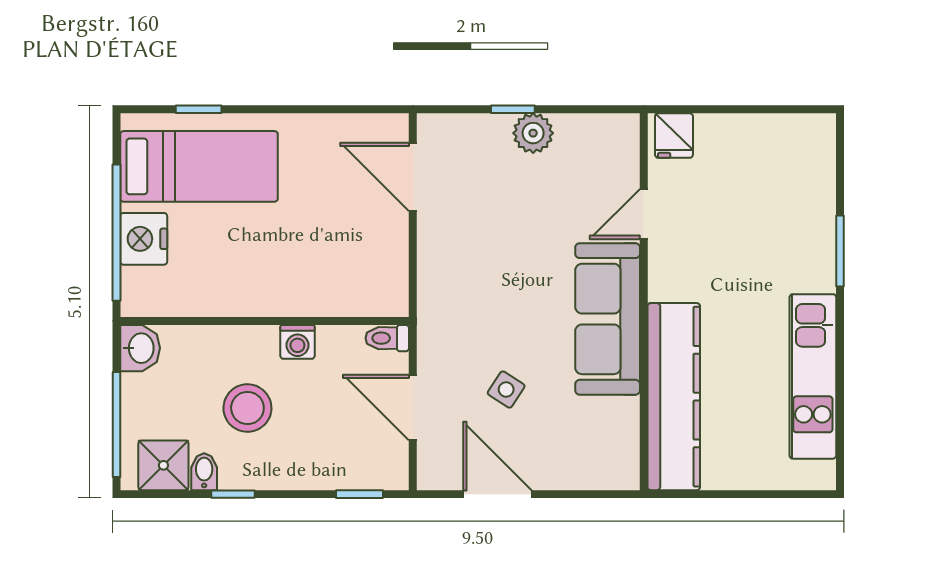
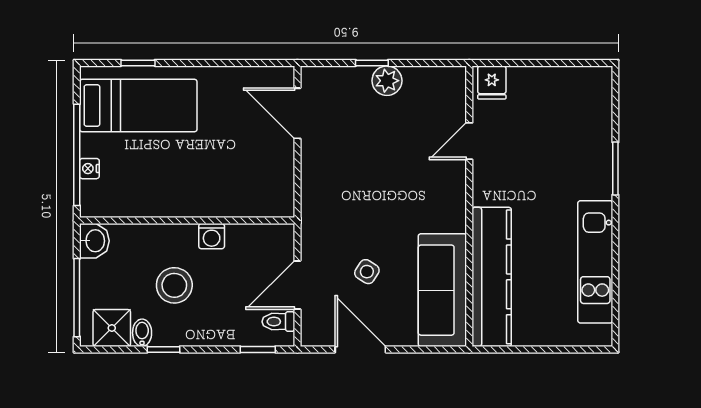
nightstand: (144, 239) -> (89, 169), width x0.53, depth x0.56
sofa: (608, 319) -> (442, 290), moved
toilet: (387, 338) -> (278, 322), moved
door: (413, 408) -> (297, 285), hinge flipped

